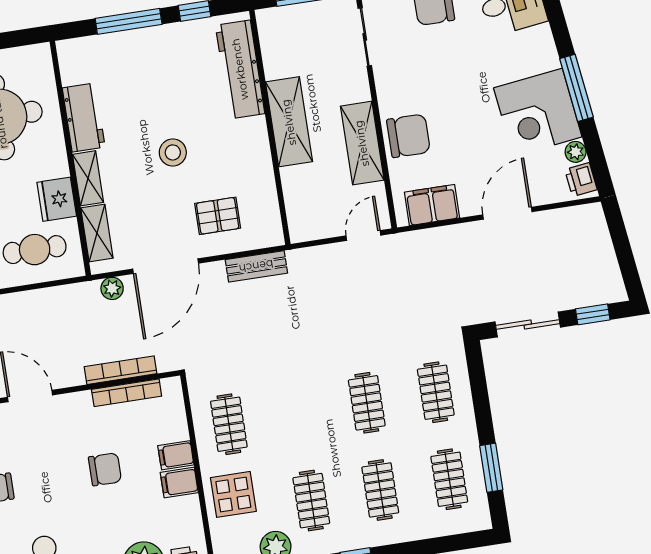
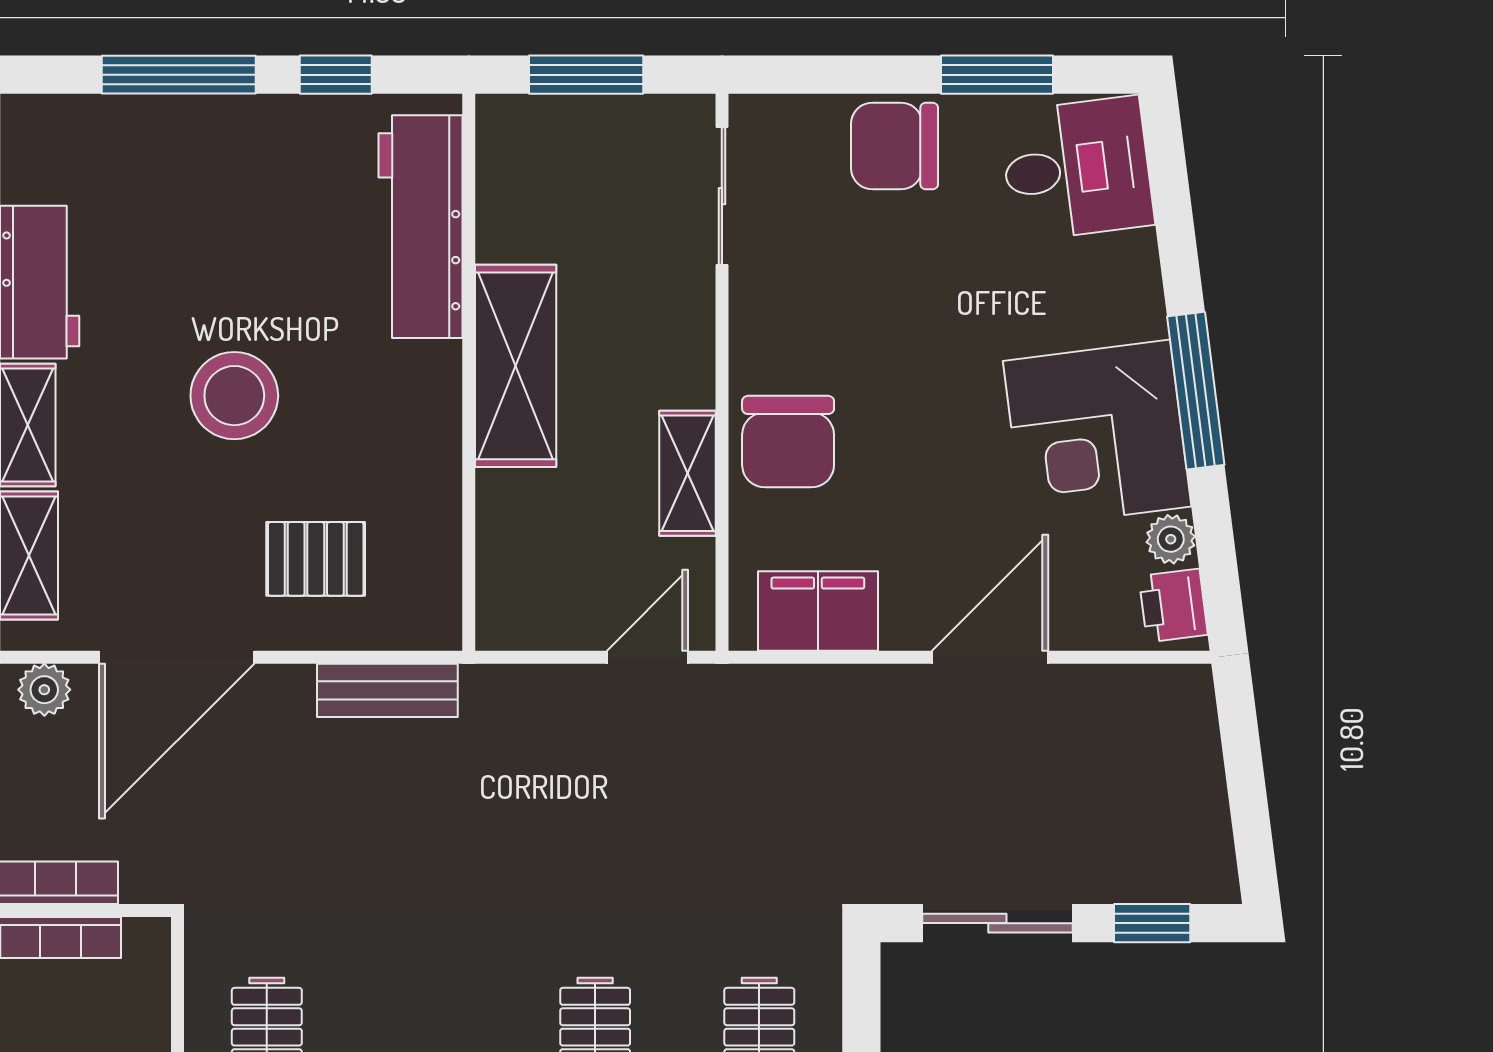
chair: (408, 136) -> (788, 442), turned 90
shelving: (362, 143) -> (688, 473), width x0.67, depth x0.75
stool: (173, 152) -> (234, 396), width x1.38, depth x1.38

